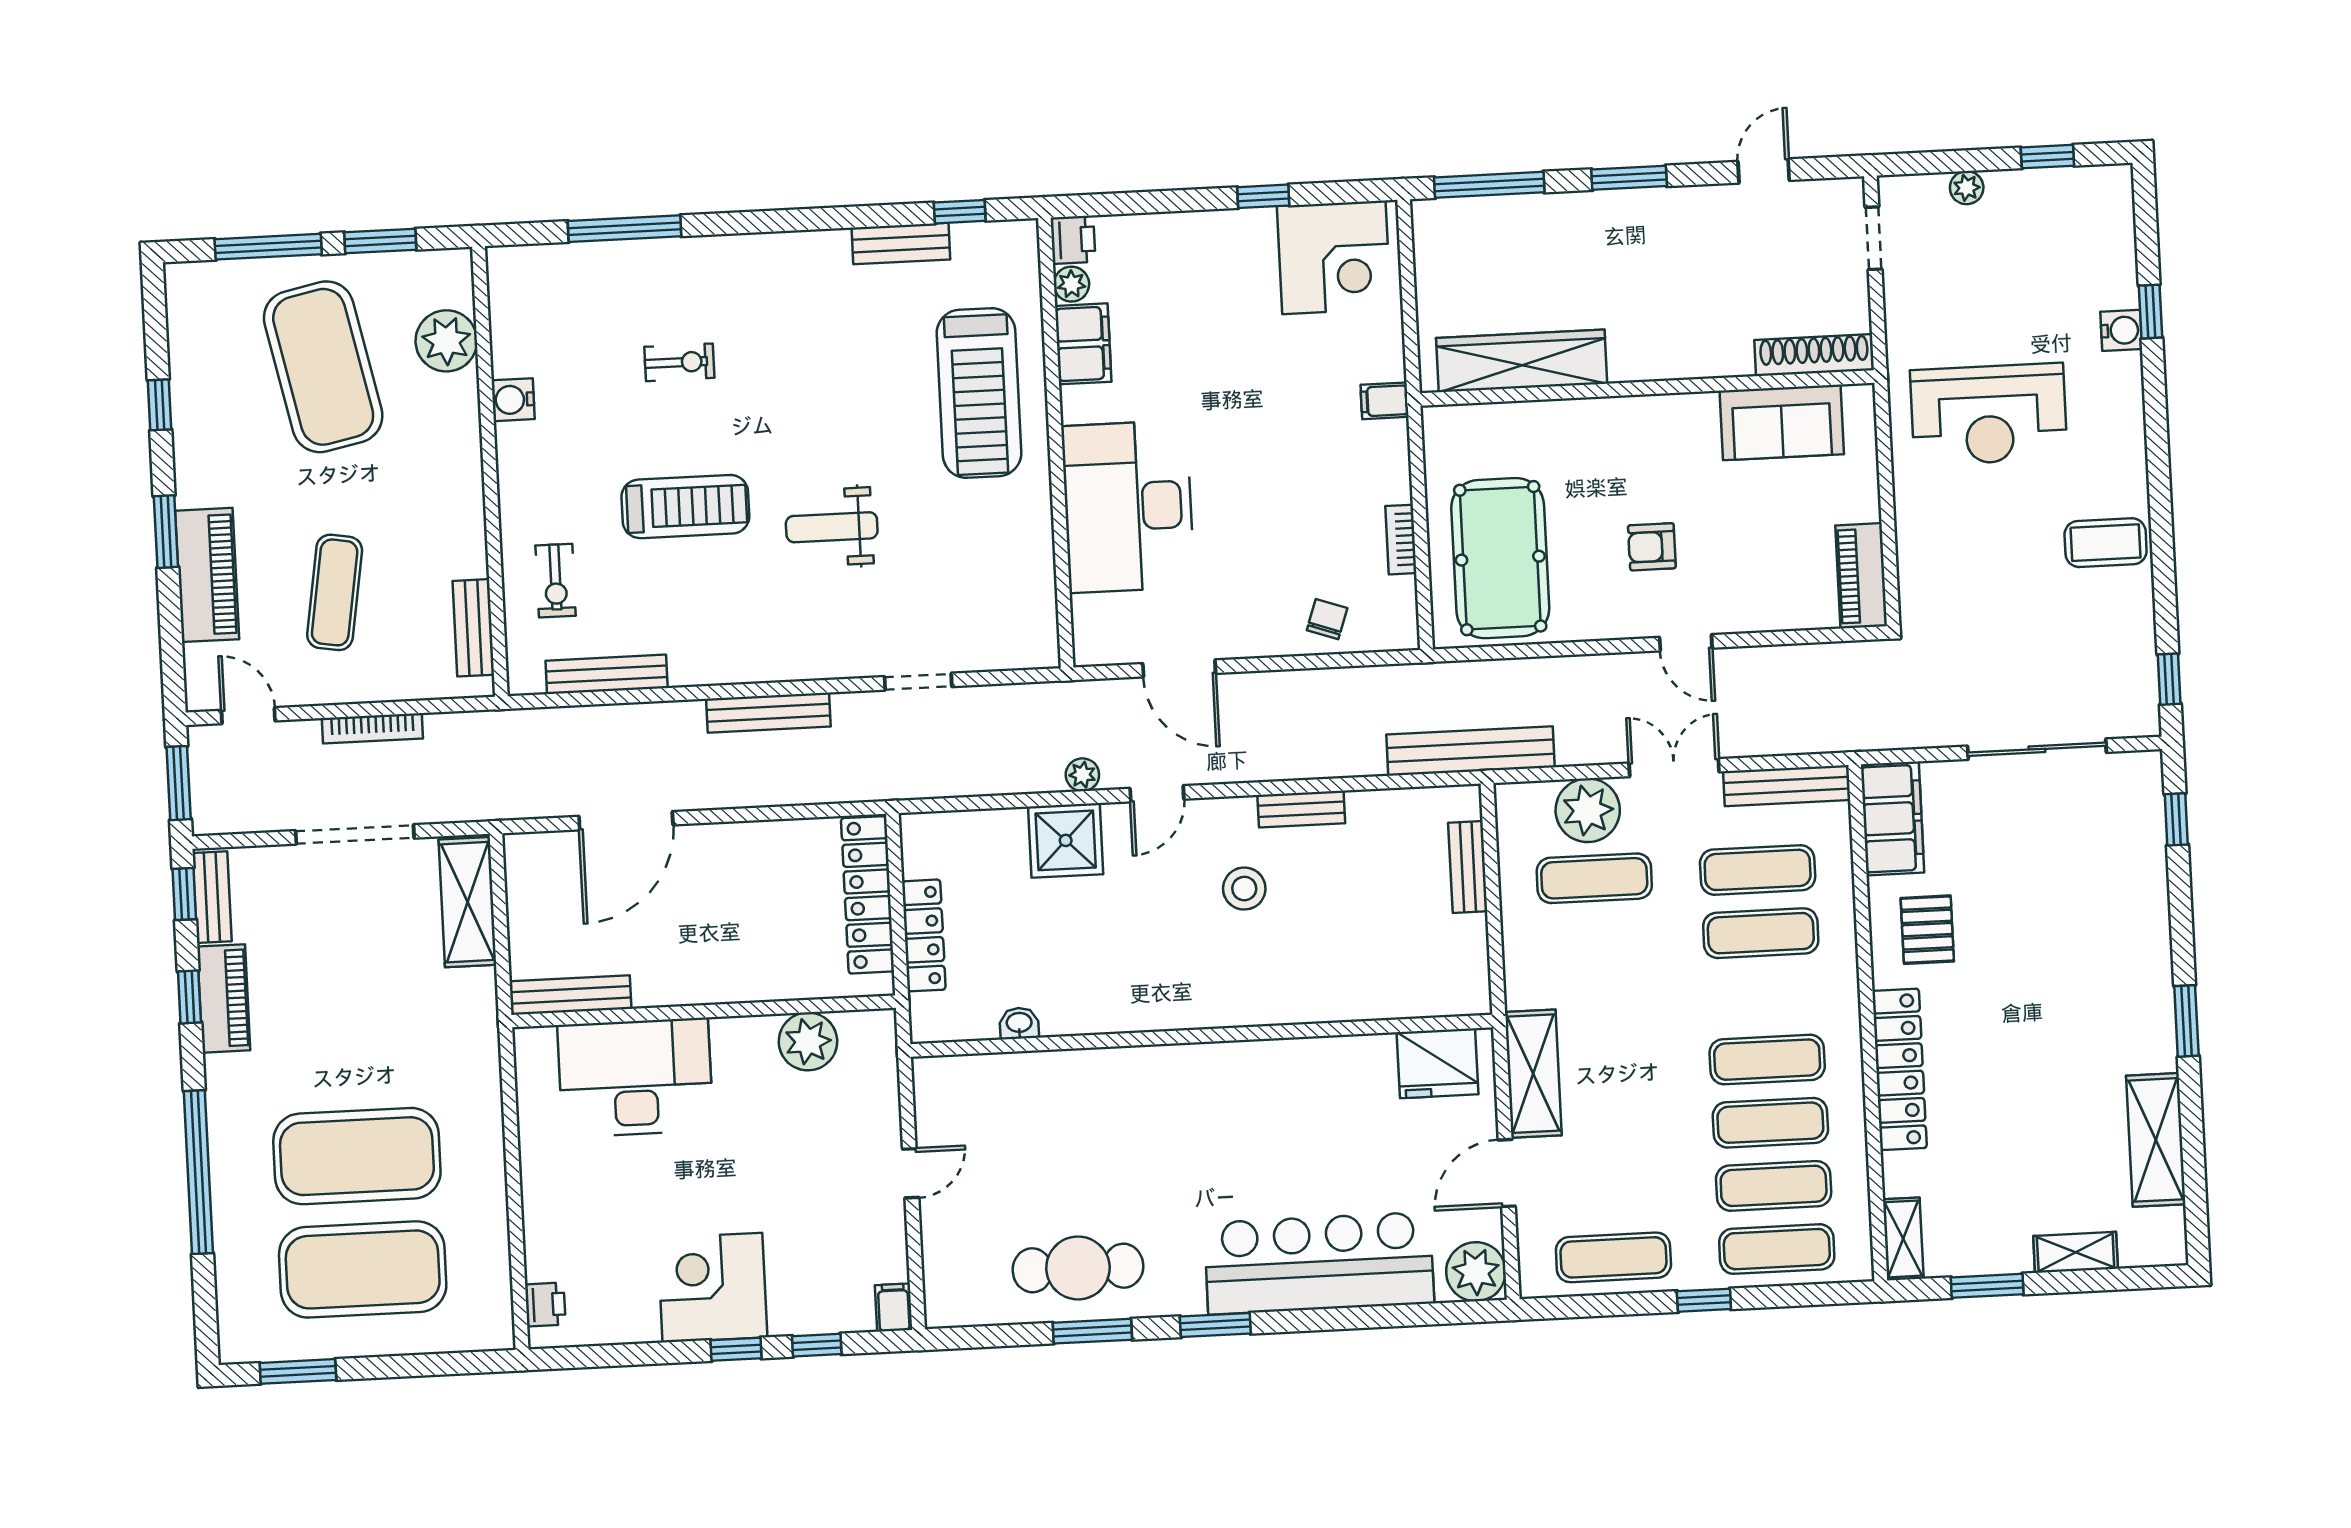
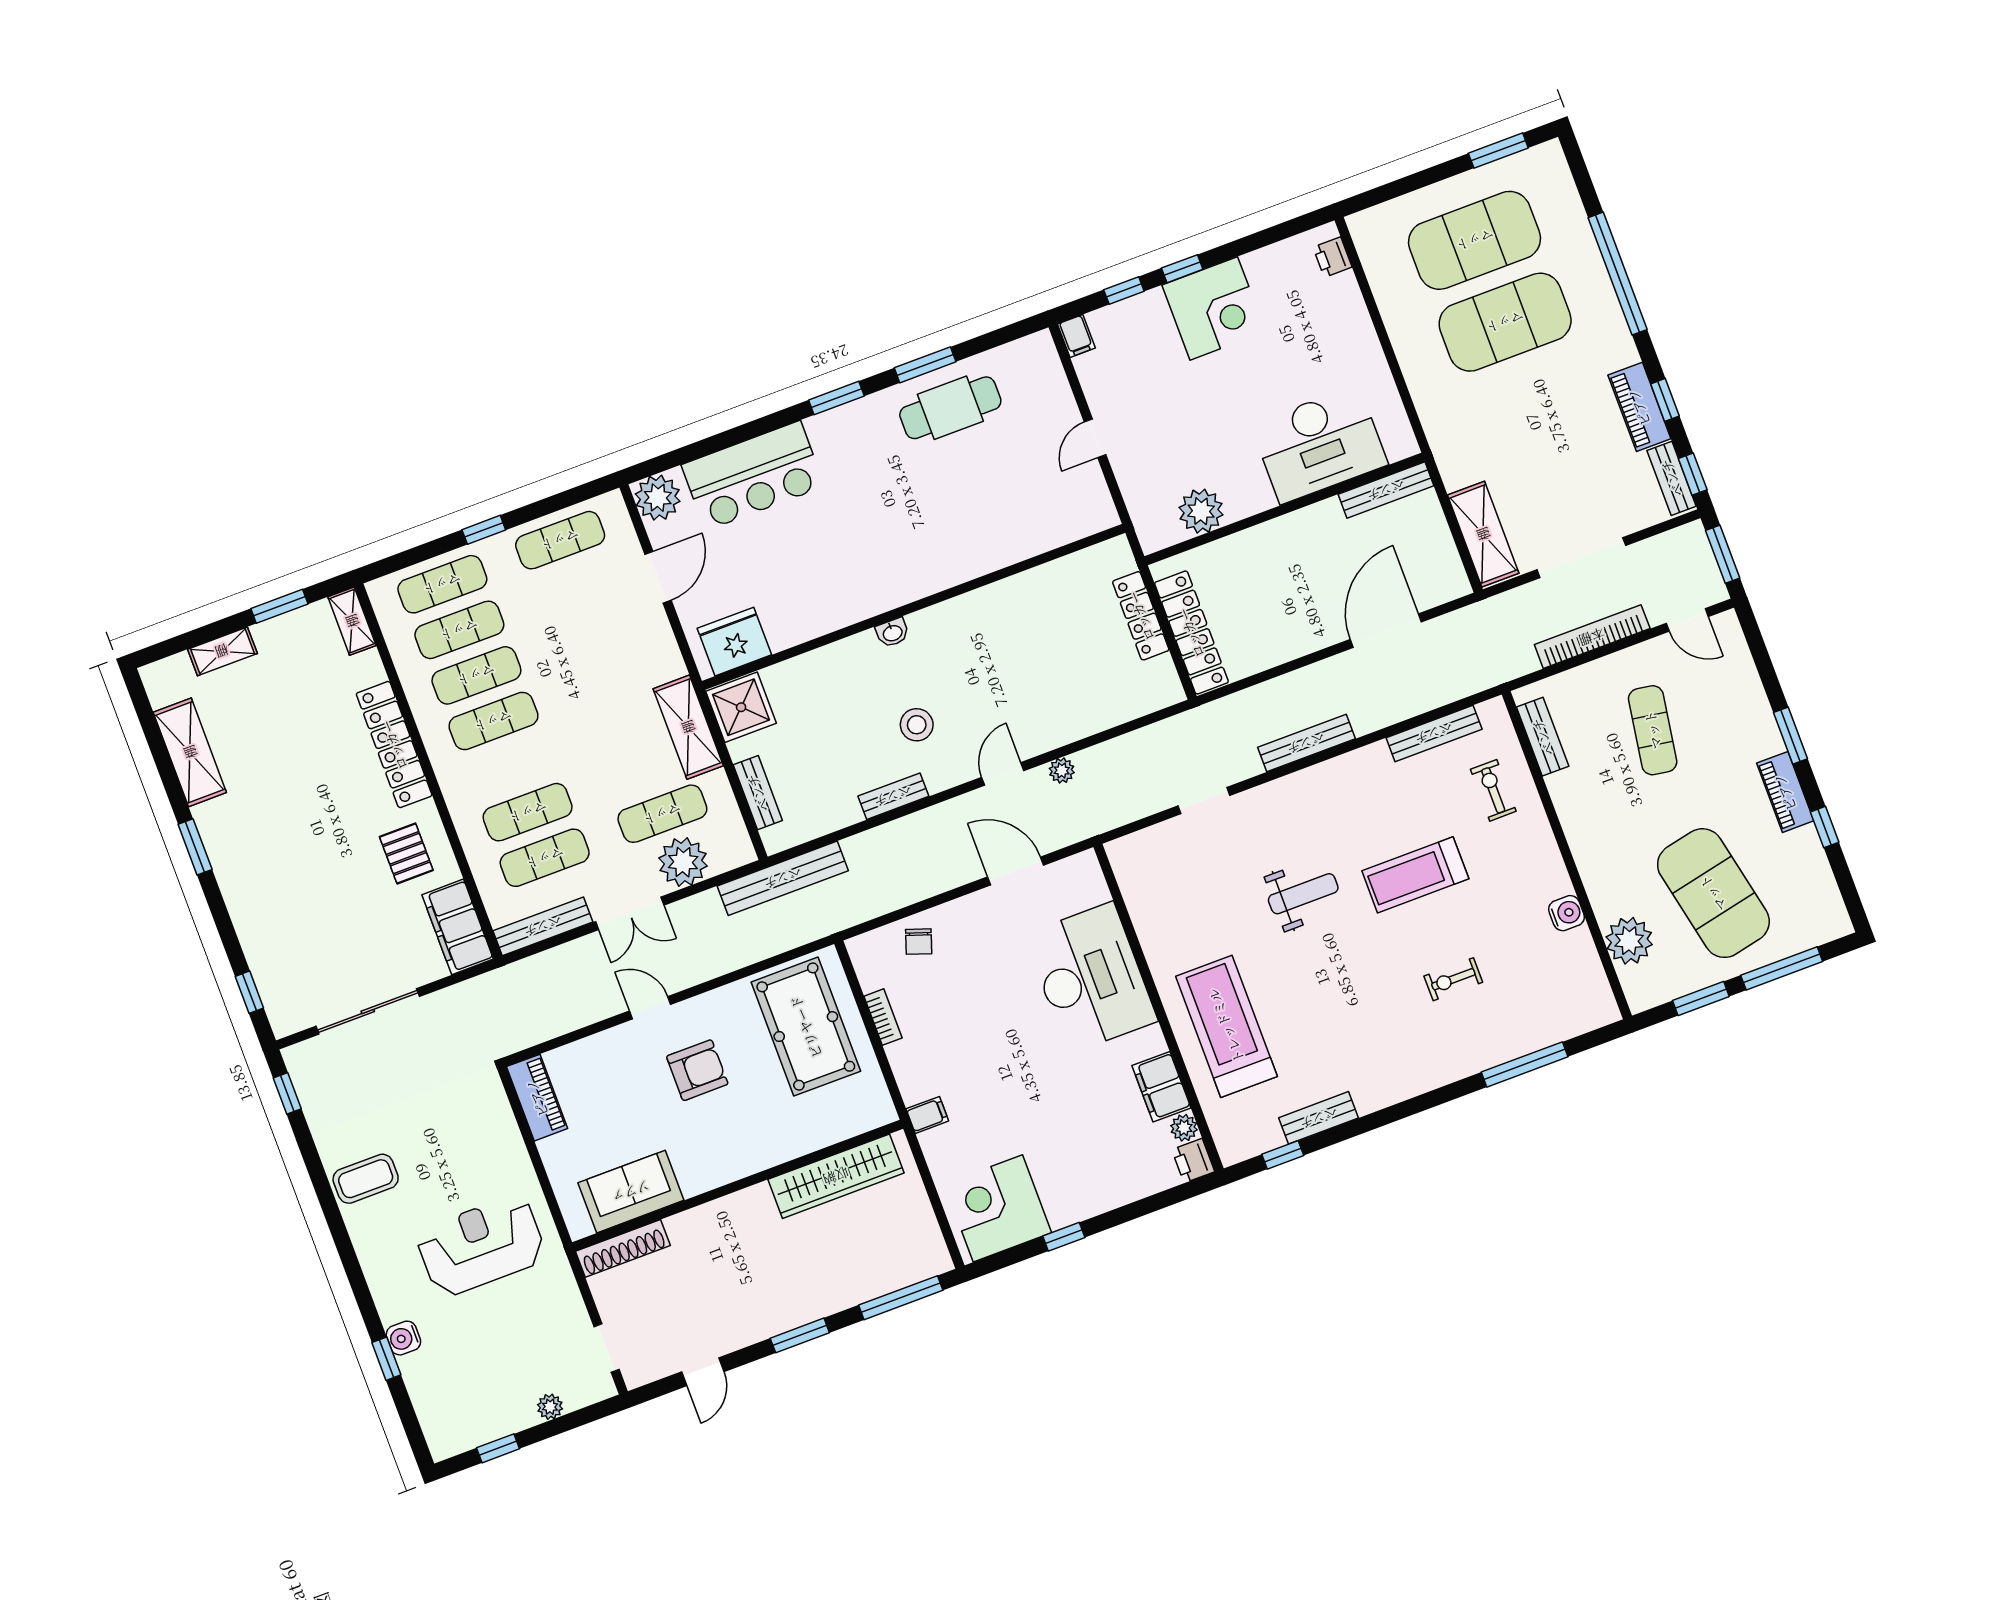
armchair: (1652, 547) -> (697, 1070), width x1.38, depth x1.38
piano: (207, 575) -> (1785, 792), moved, width x0.73, depth x0.75
bookcase: (372, 728) -> (1592, 637), width x1.48, depth x1.31
shower: (1066, 840) -> (741, 707), moved
washbasin: (1019, 1023) -> (892, 633), moved
shelving: (1533, 1074) -> (688, 727), moved
bar counter: (1319, 1263) -> (753, 476), width x0.73

